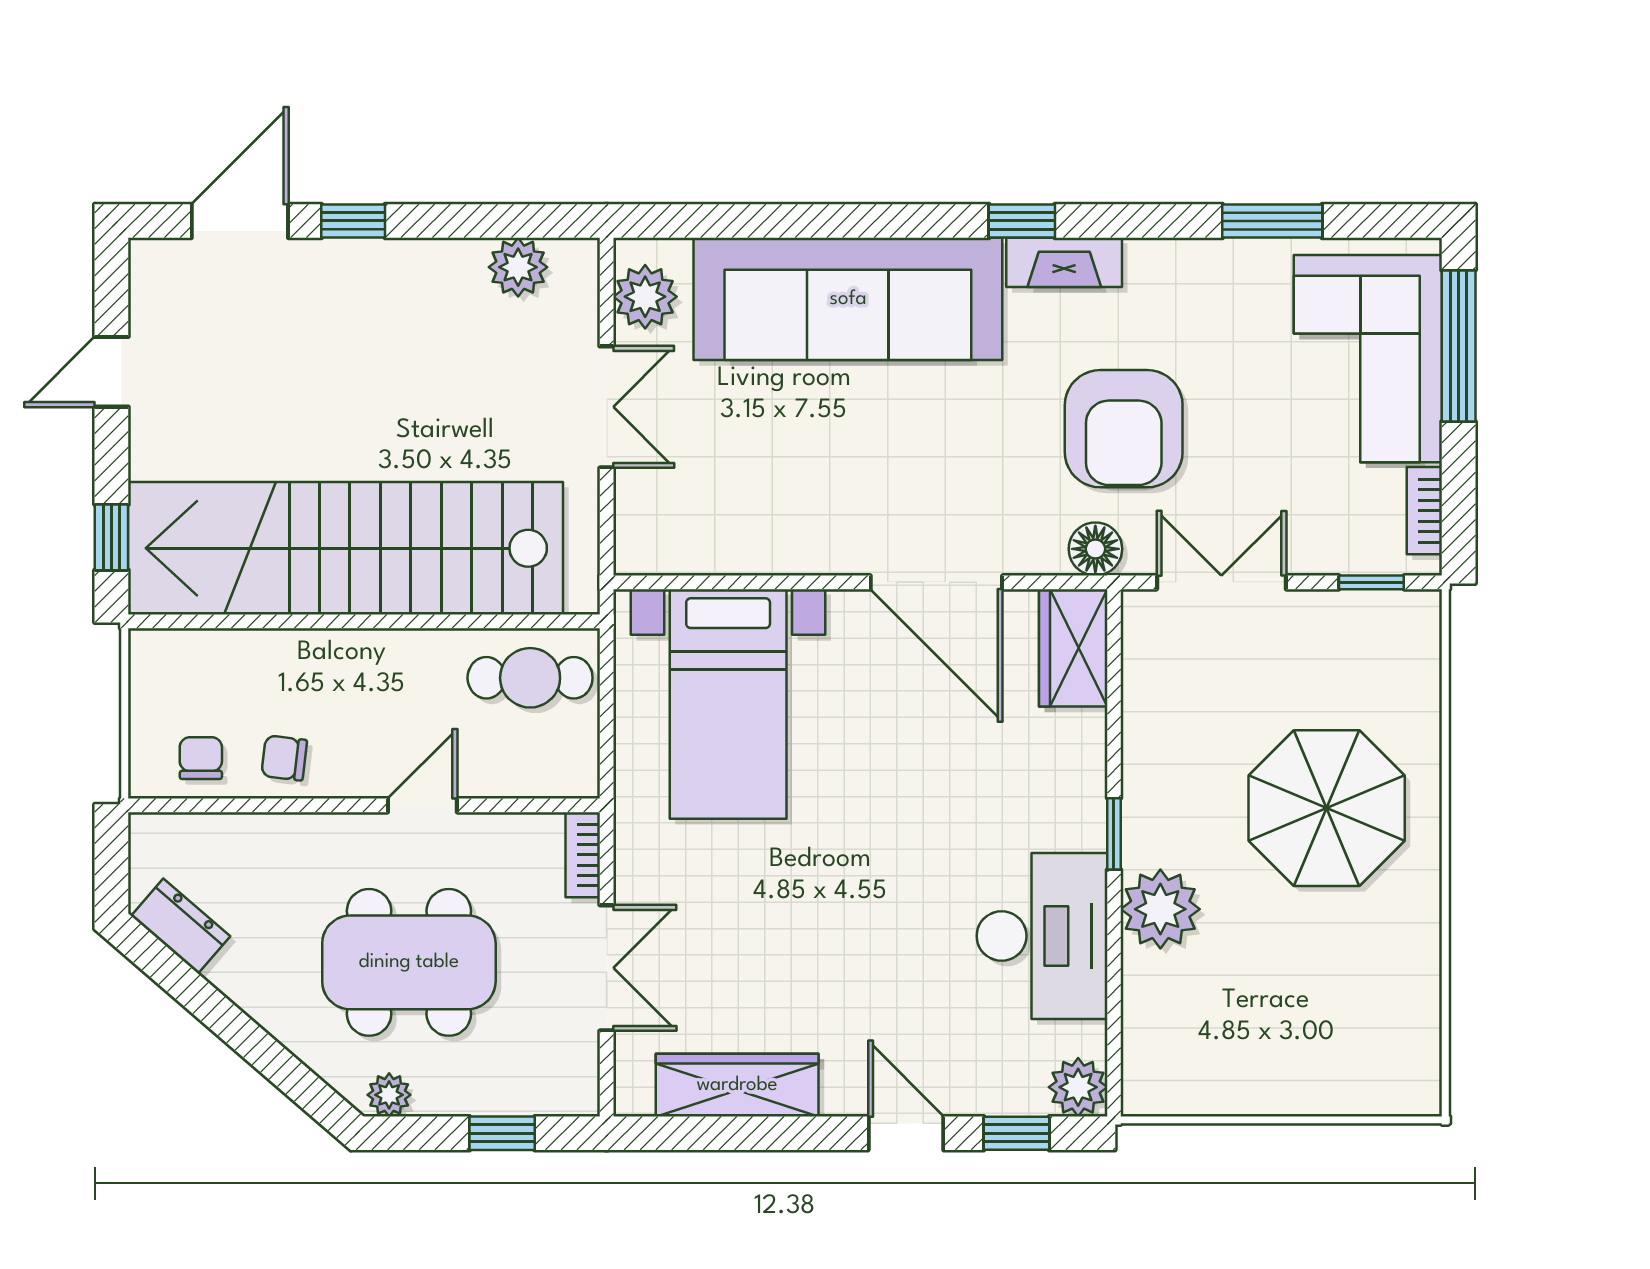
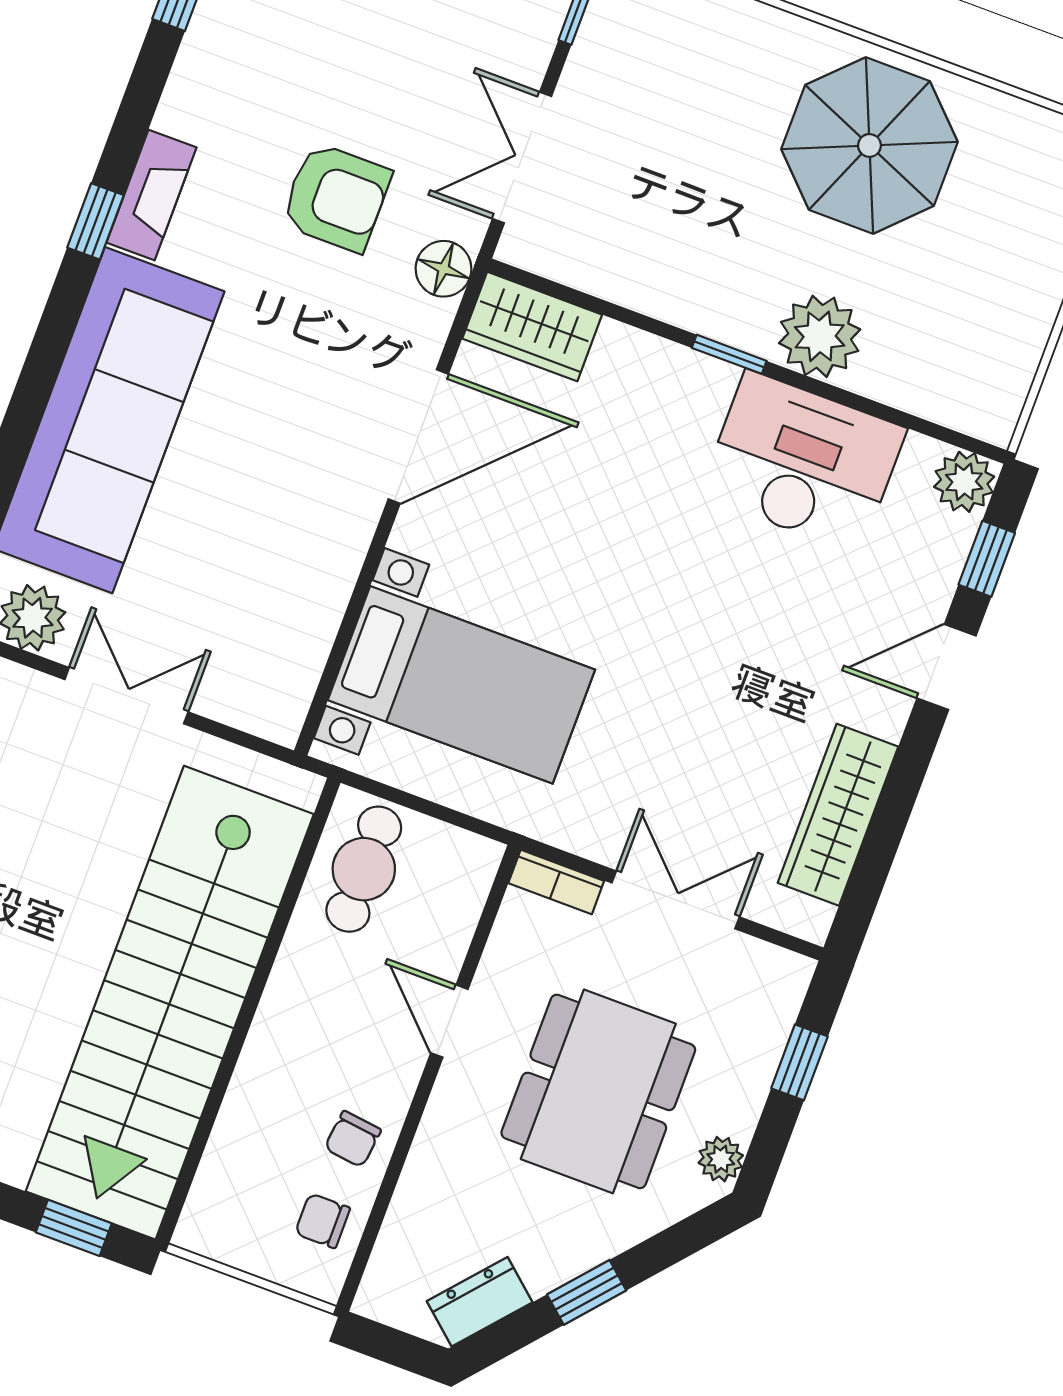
armchair: (1124, 429) -> (336, 197), width x0.73, depth x0.73
parasol: (1327, 808) -> (869, 145), moved
window: (225, 1019) -> (587, 1292), added

